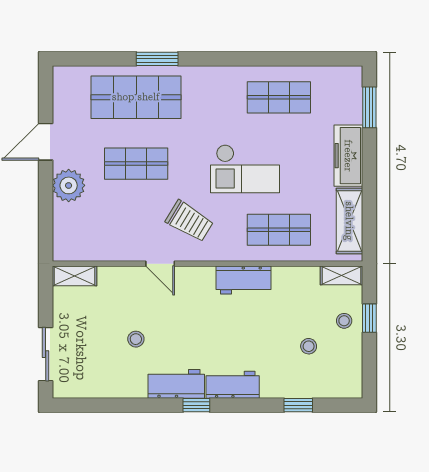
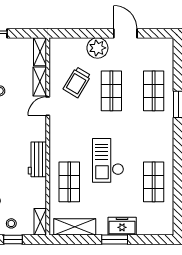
shop shelf: (136, 97) -> (154, 91), width x0.70, depth x0.74
window: (369, 107) -> (115, 240), moved
freezer: (348, 156) -> (122, 226), width x0.71
trolley: (189, 221) -> (77, 82), moved
shelving: (121, 276) -> (40, 82), added

